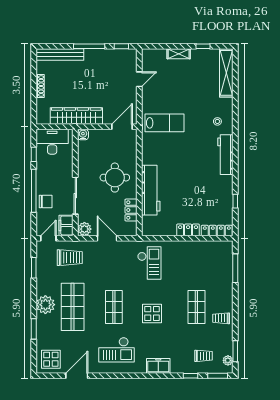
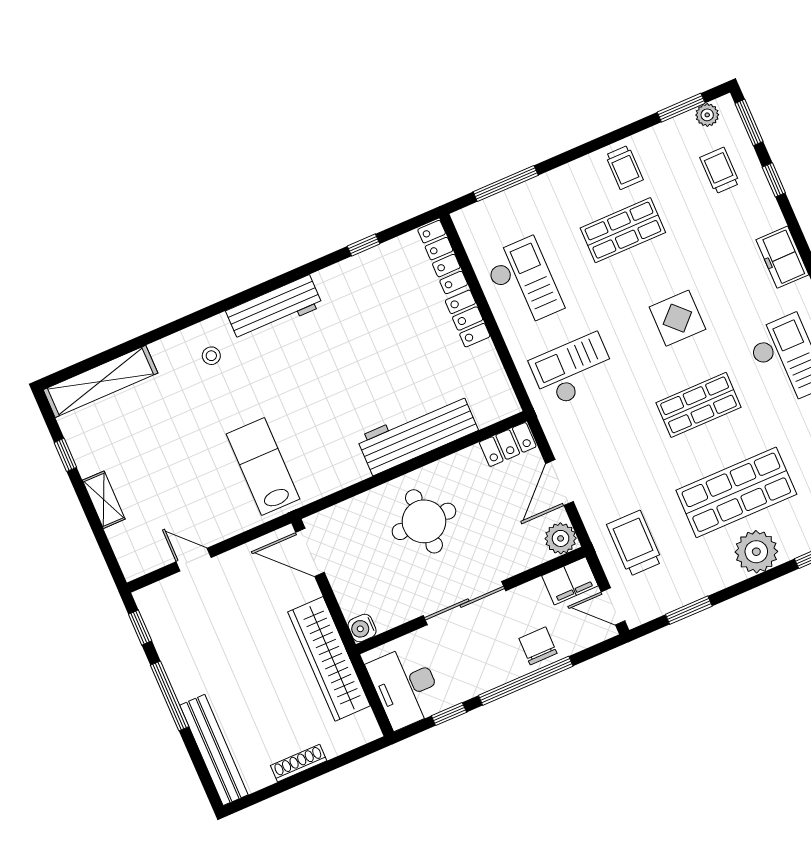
sliding door: (75, 196) -> (464, 603), moved
locker: (131, 210) -> (508, 444), moved
checkout: (193, 258) -> (524, 283), added

